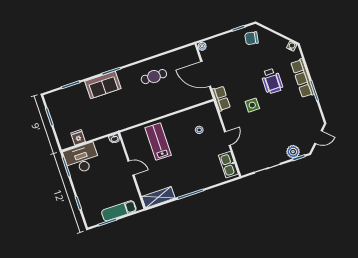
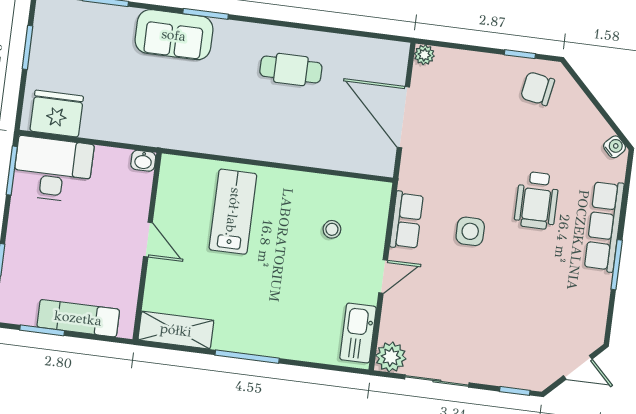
row of seats: (221, 98) -> (407, 220), moved
fridge: (78, 137) -> (57, 114), width x1.88, depth x1.34
plant: (293, 152) -> (391, 357), moved

